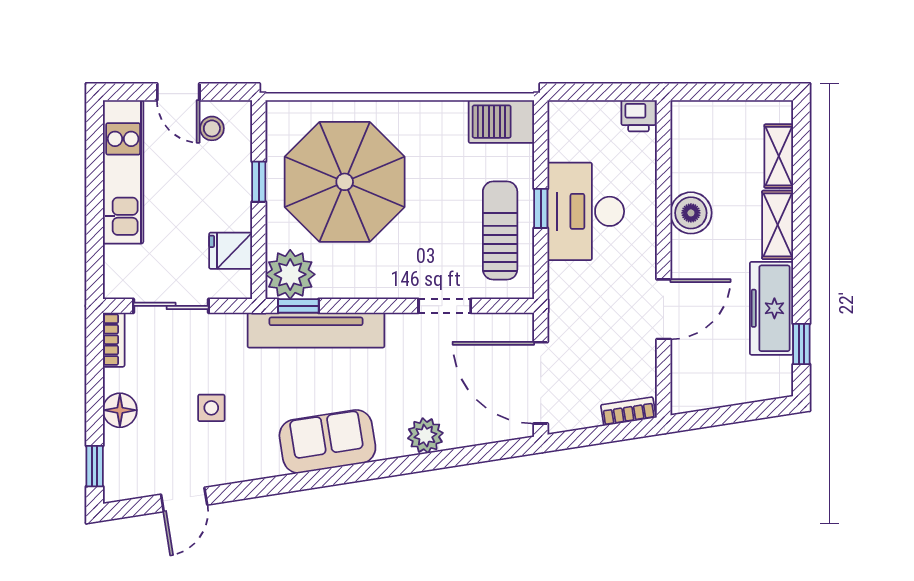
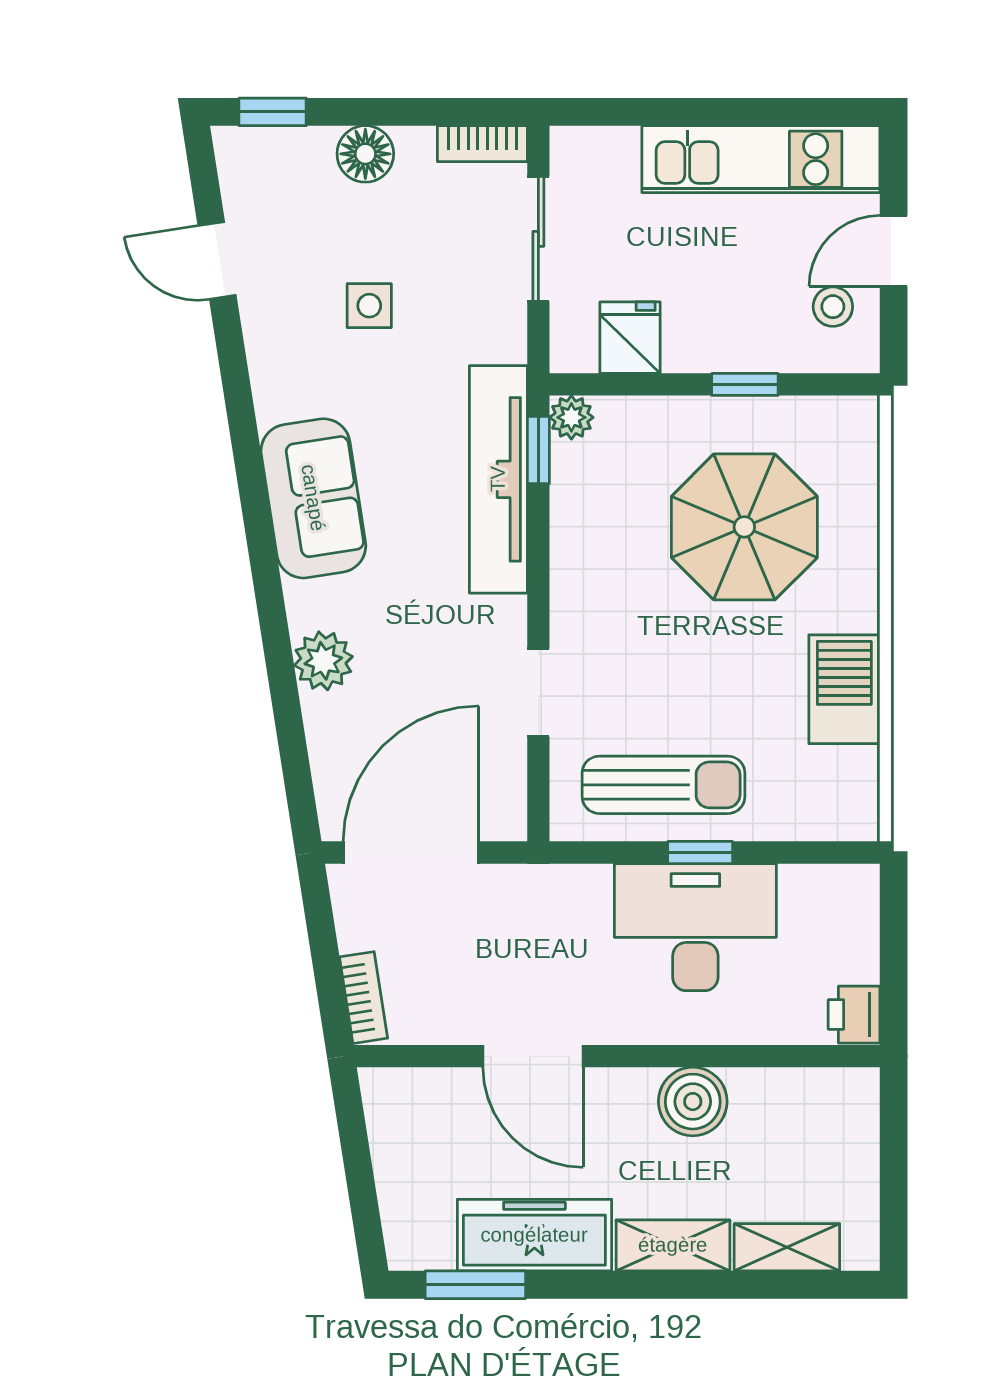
barbecue: (501, 122) -> (844, 689), moved
parasol: (345, 182) -> (744, 527), width x0.73, depth x0.73
plant: (290, 274) -> (571, 417), width x0.53, depth x0.53
window: (801, 344) -> (475, 1285), width x1.50

